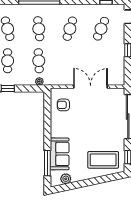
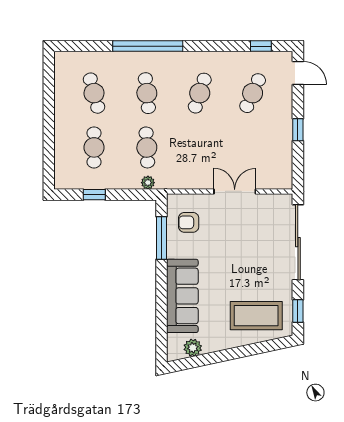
double door: (91, 87) -> (235, 191), width x0.73
sofa: (60, 154) -> (182, 296), width x1.36
window: (47, 163) -> (162, 238), moved

